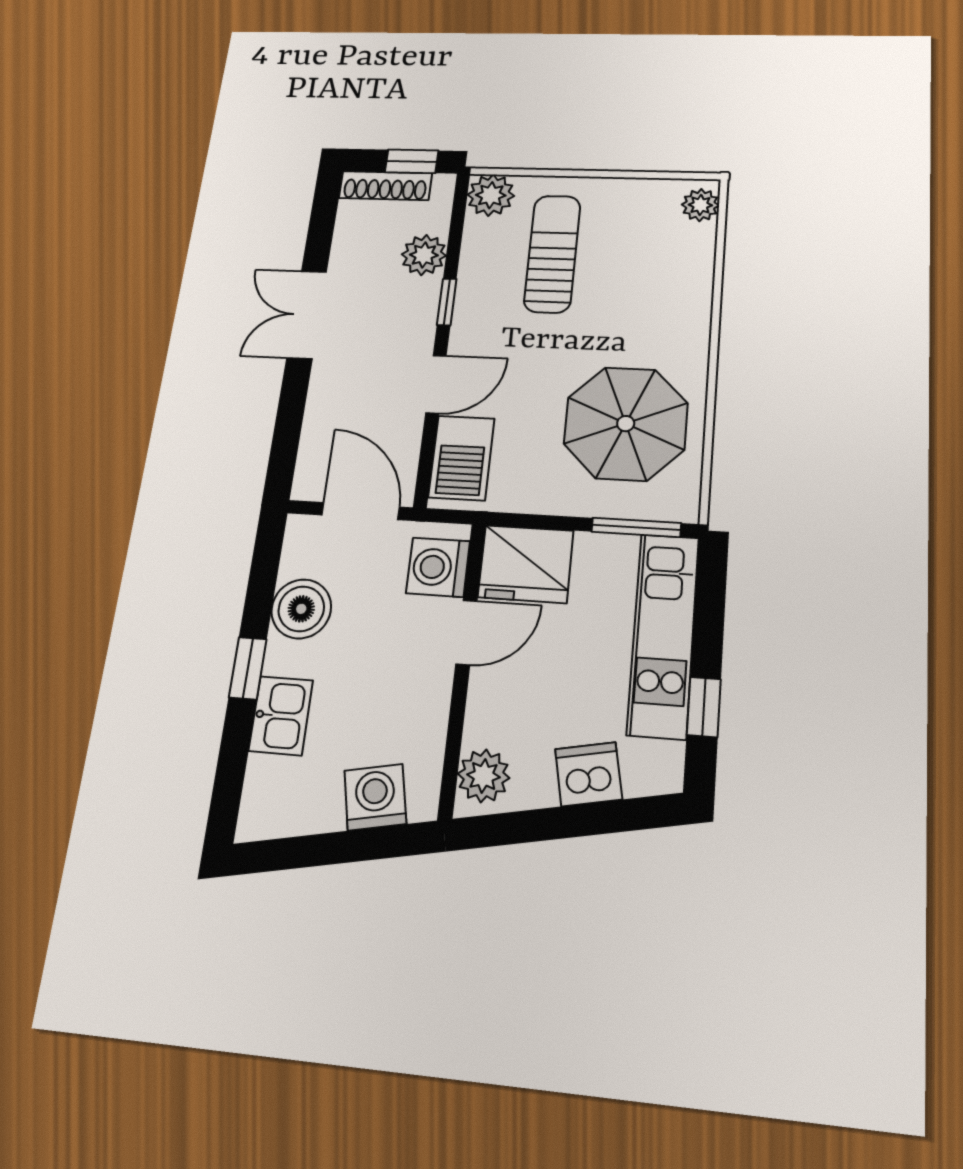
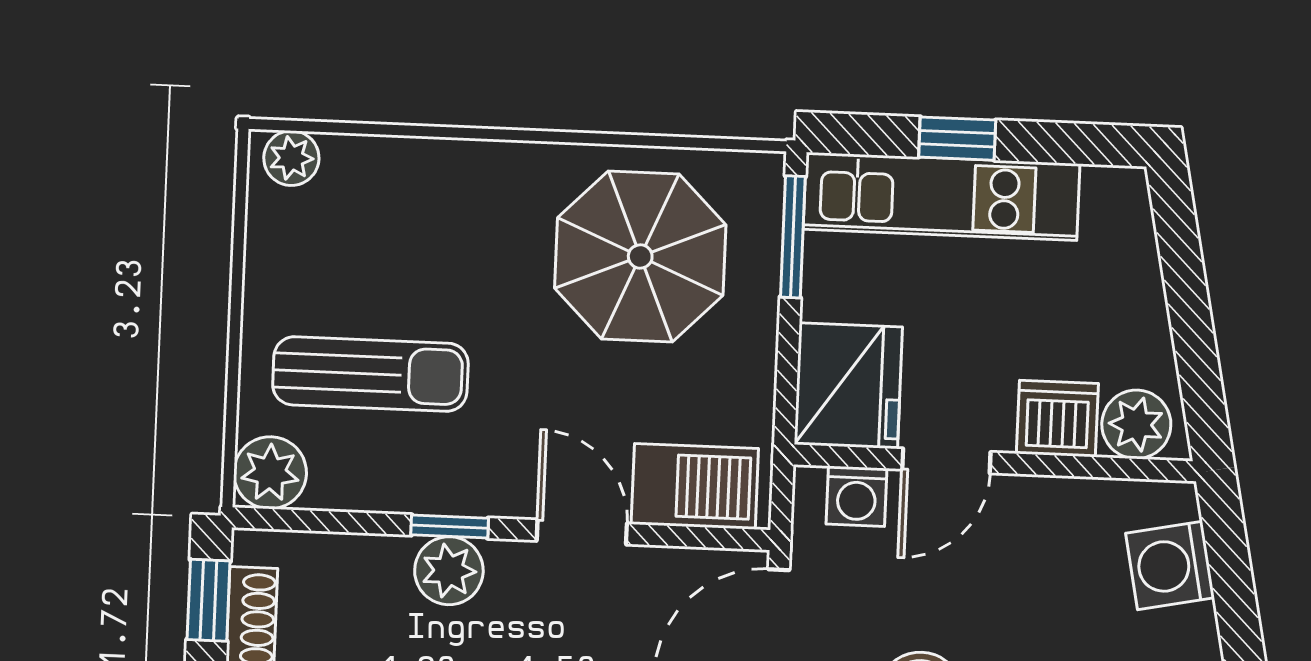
sun lounger: (552, 254) -> (370, 374), turned 180
plant: (424, 255) -> (449, 571), moved
washing machine: (438, 567) -> (856, 496), width x0.73, depth x0.73
door: (466, 632) -> (946, 461), swing flipped
window: (704, 707) -> (957, 139), moved
dishwasher: (588, 774) -> (1057, 419), moved, turned 101

